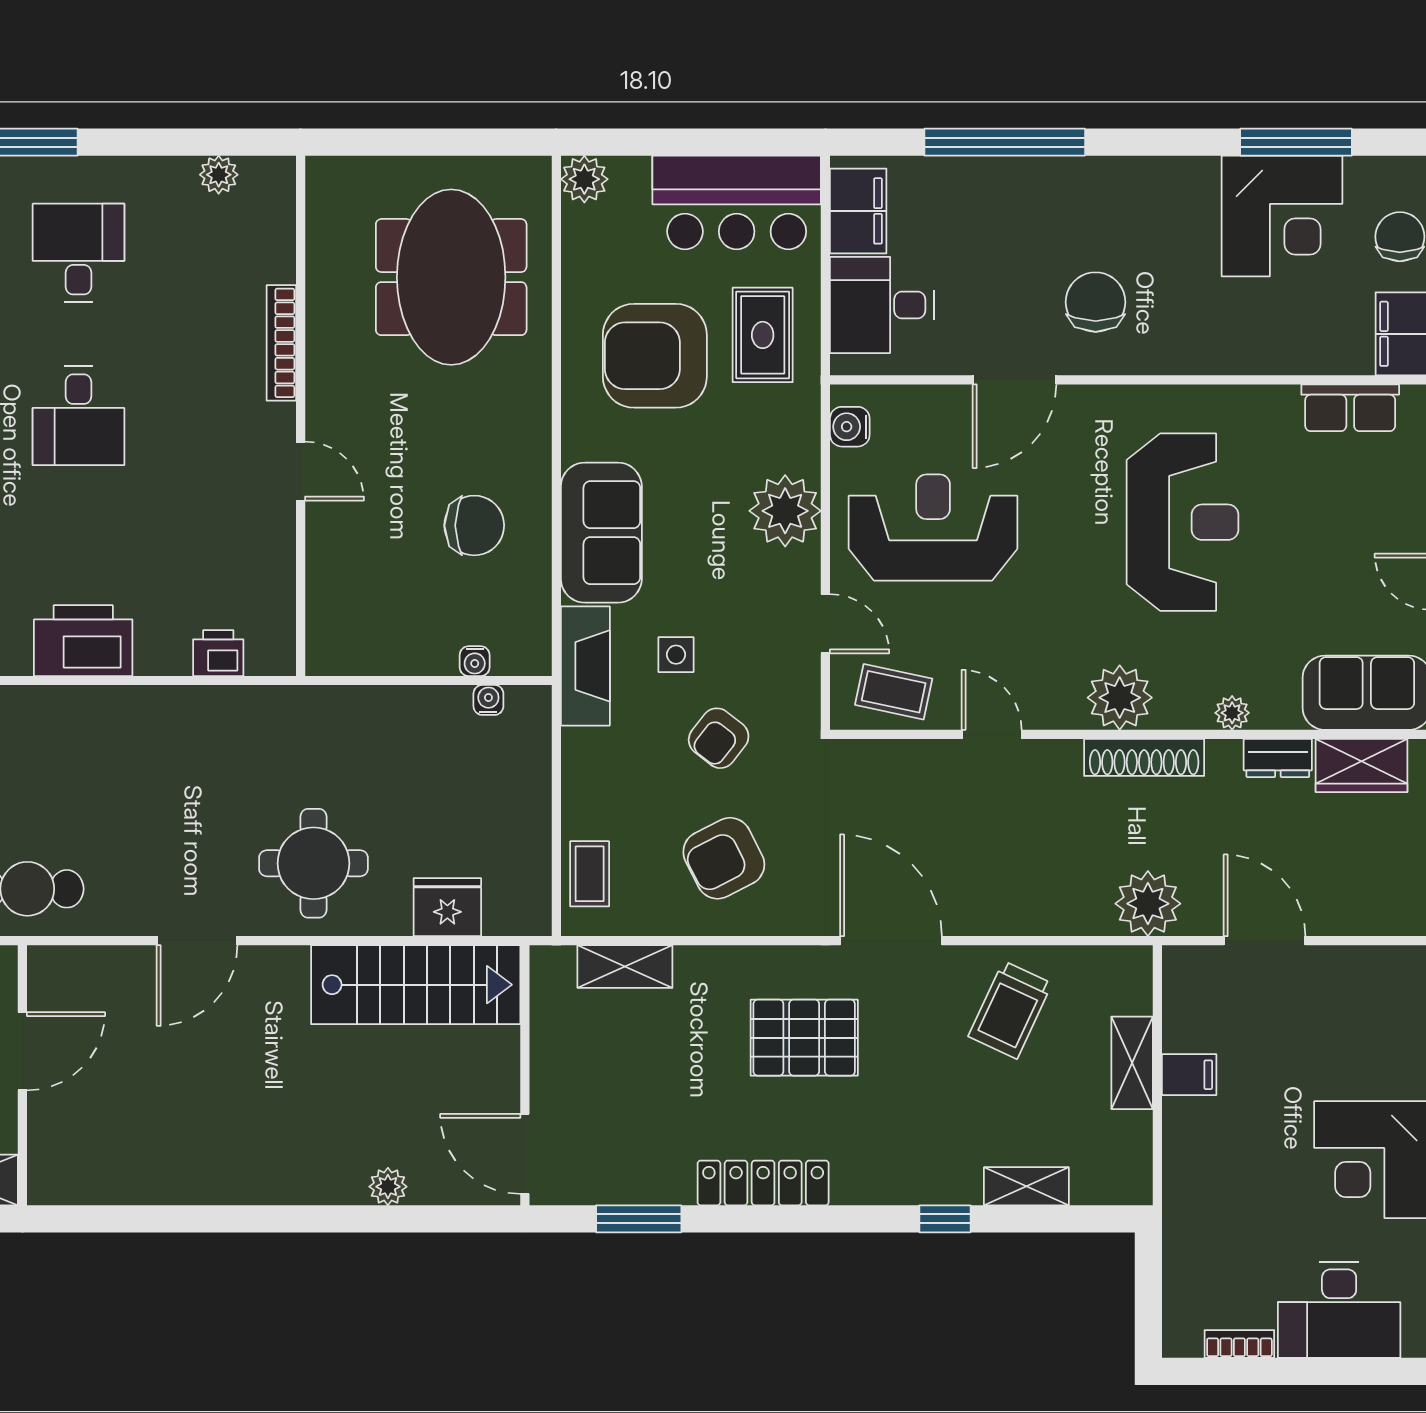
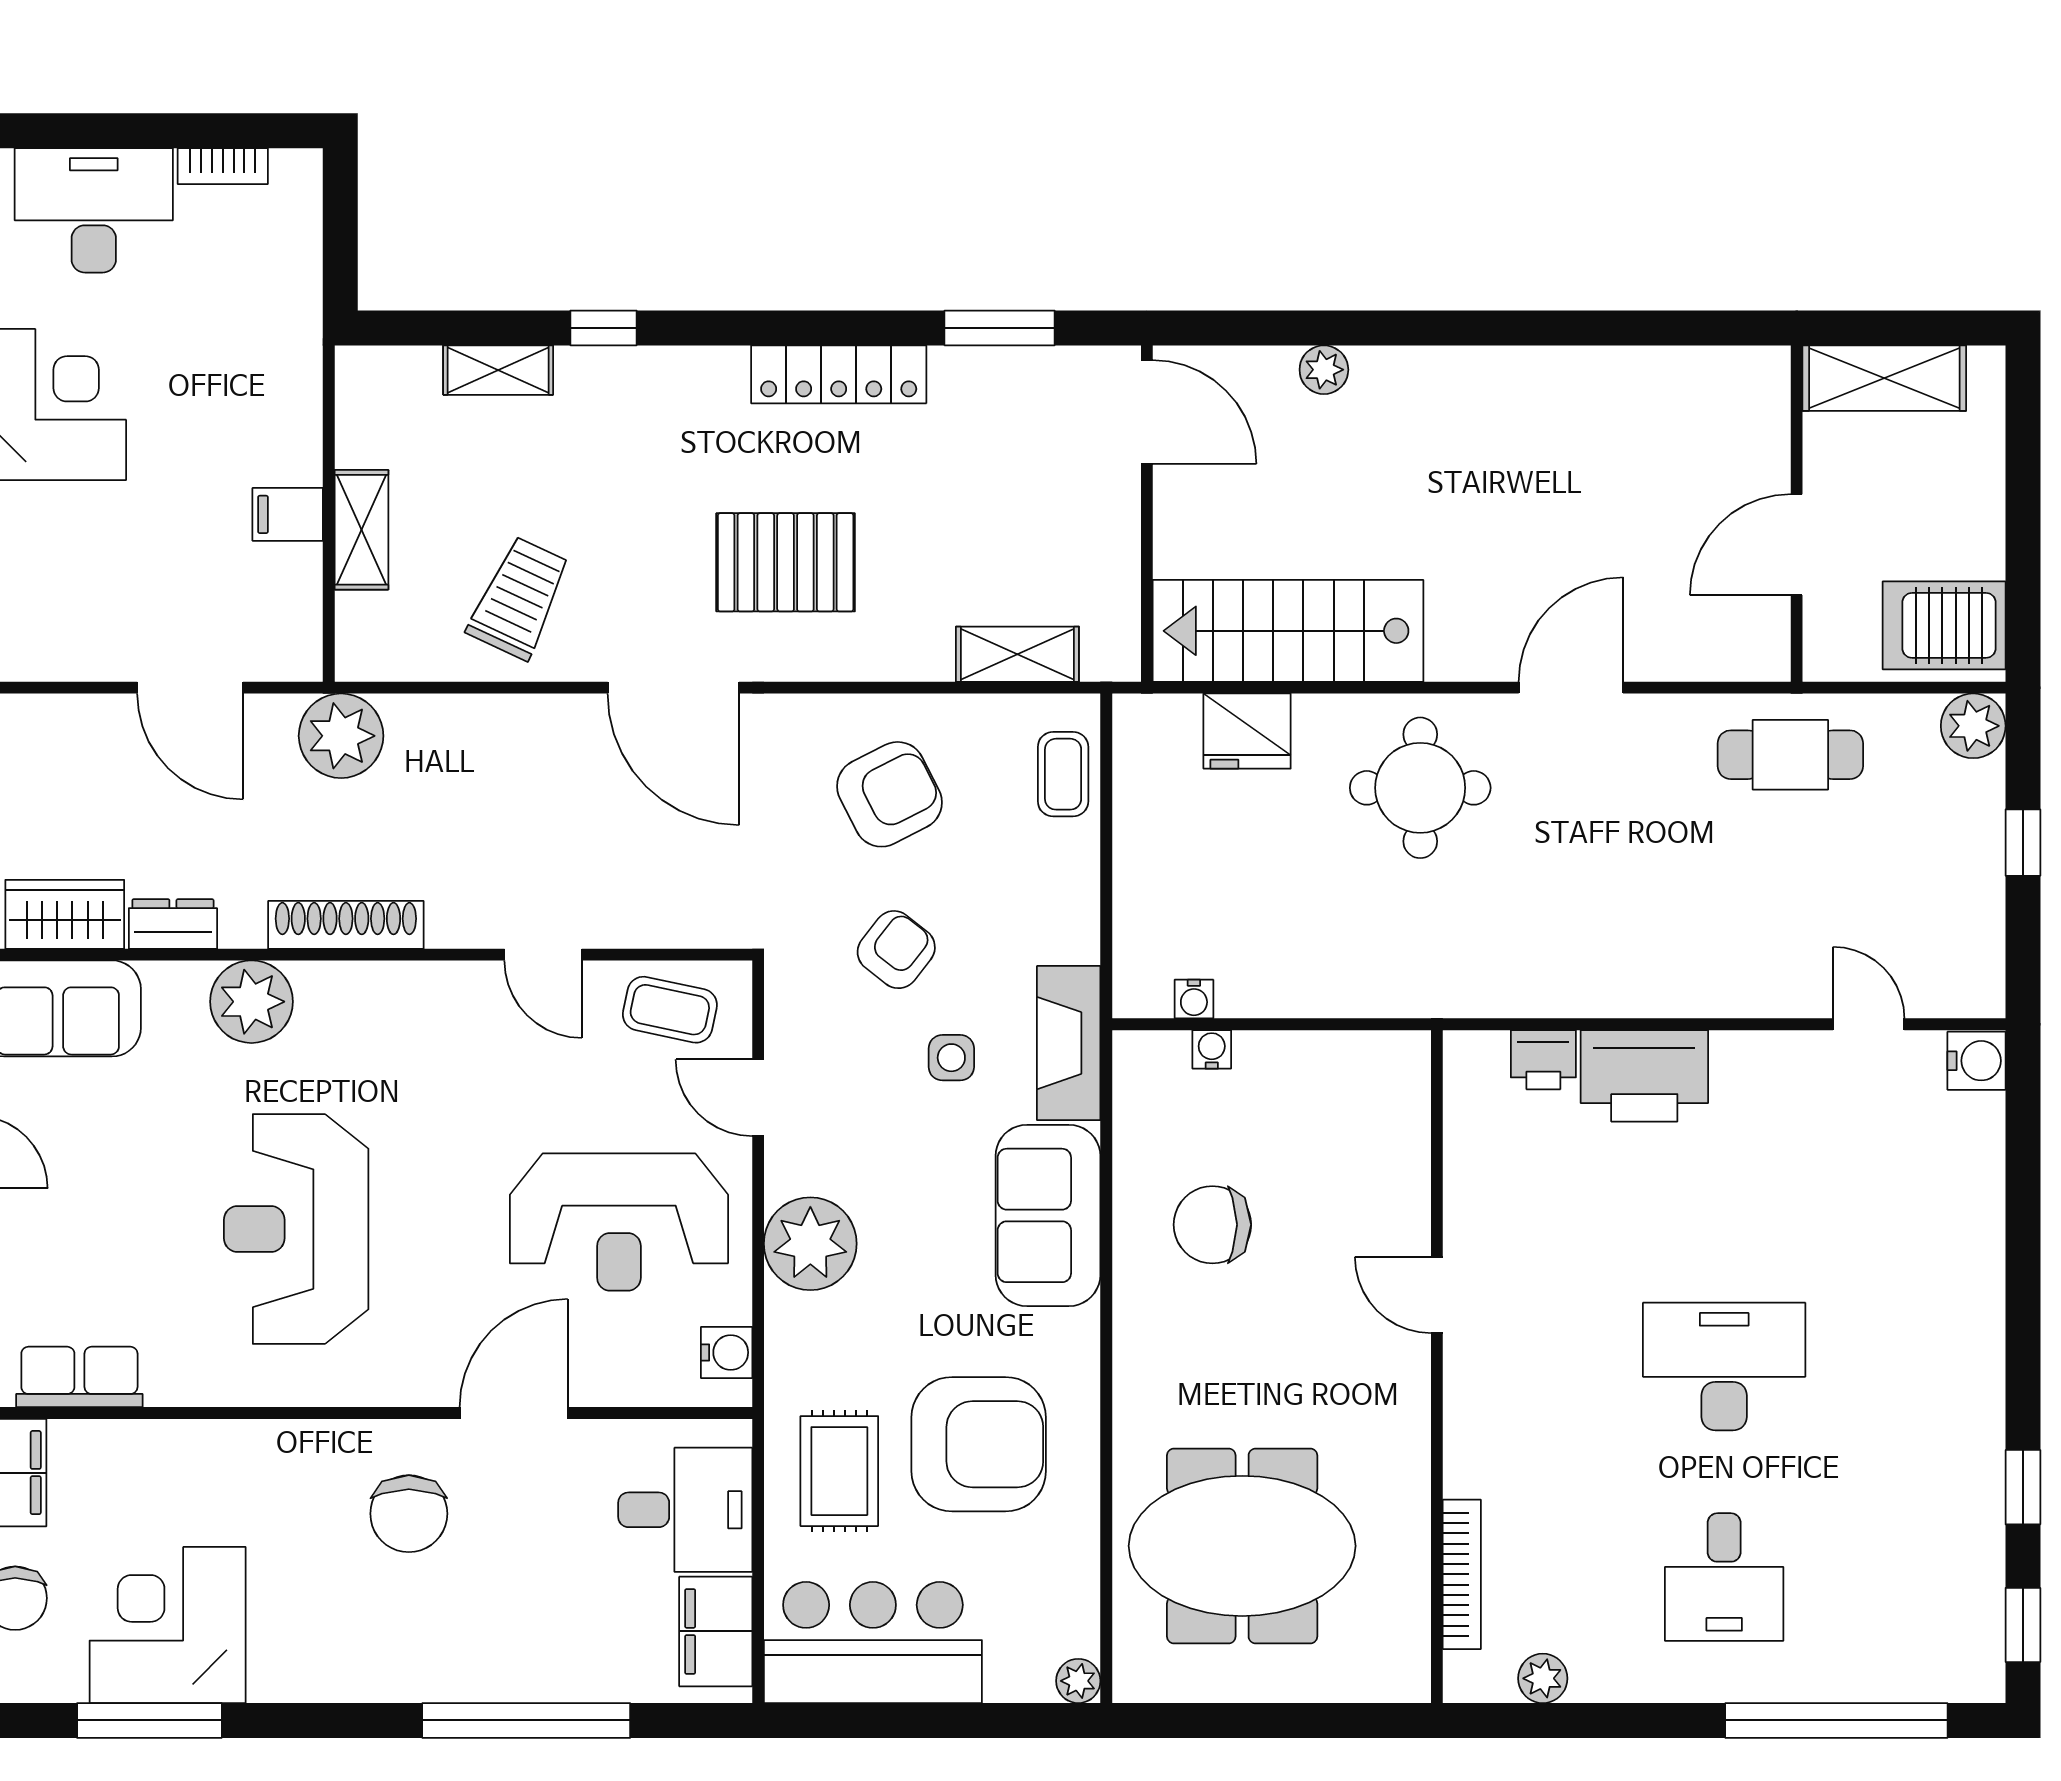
plant: (584, 179) -> (1078, 1681), width x0.73, depth x0.73
meeting table: (451, 277) -> (1242, 1546), turned 90
bookcase: (281, 343) -> (1462, 1574), moved
desk: (78, 416) -> (1724, 1367), width x1.37
printer: (83, 641) -> (1644, 1076), moved
plant: (1120, 698) -> (377, 1002), removed
plant: (1232, 713) -> (251, 1002), width x1.88, depth x1.88

